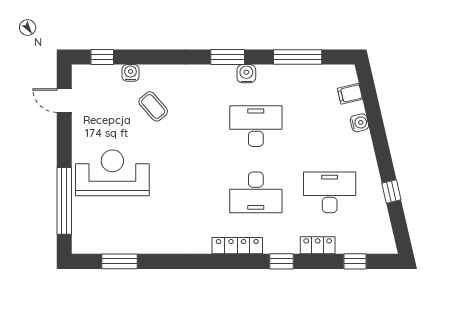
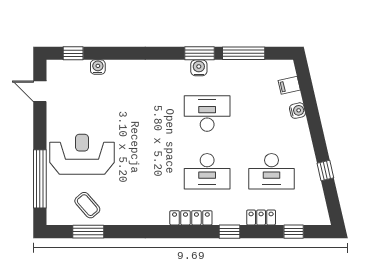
window: (228, 57) -> (200, 53), moved
coffee table: (153, 106) -> (87, 205), moved
desk: (330, 192) -> (272, 171), turned 180

